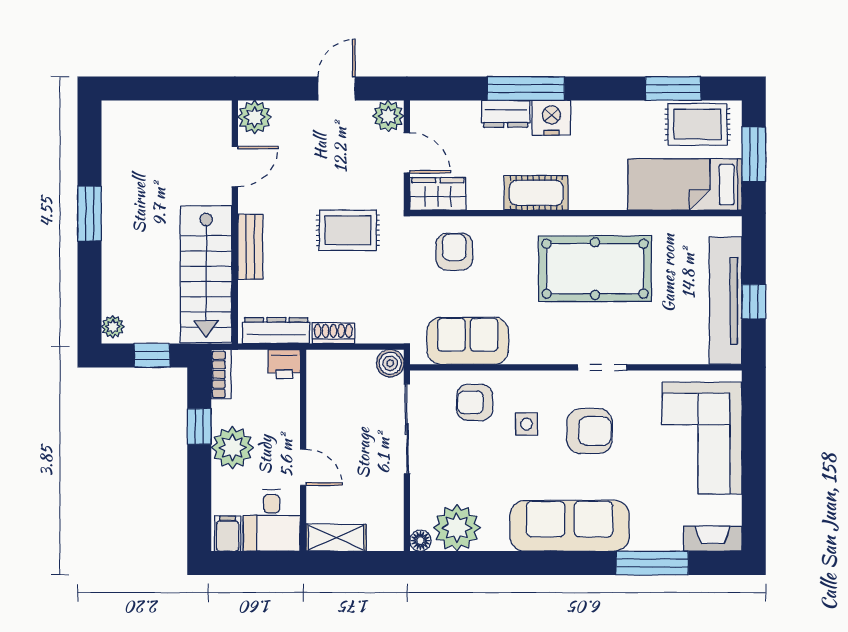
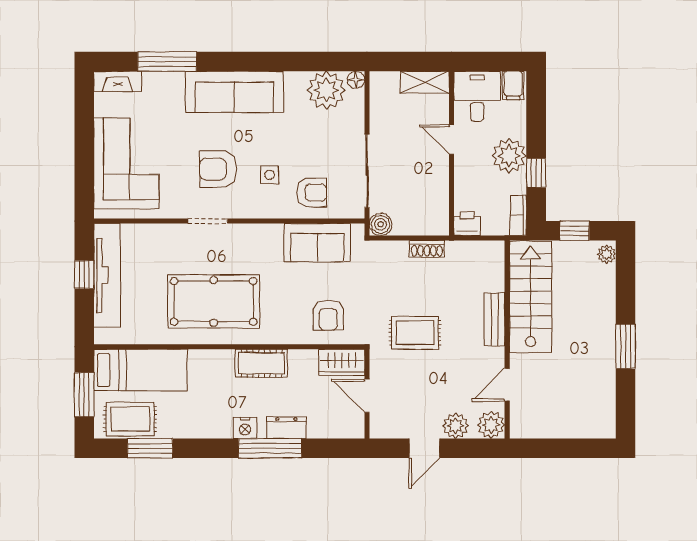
plant: (388, 116) -> (456, 426), moved
nightstand: (551, 118) -> (245, 428), width x0.74, depth x0.75
dresser: (276, 331) -> (473, 251), removed

